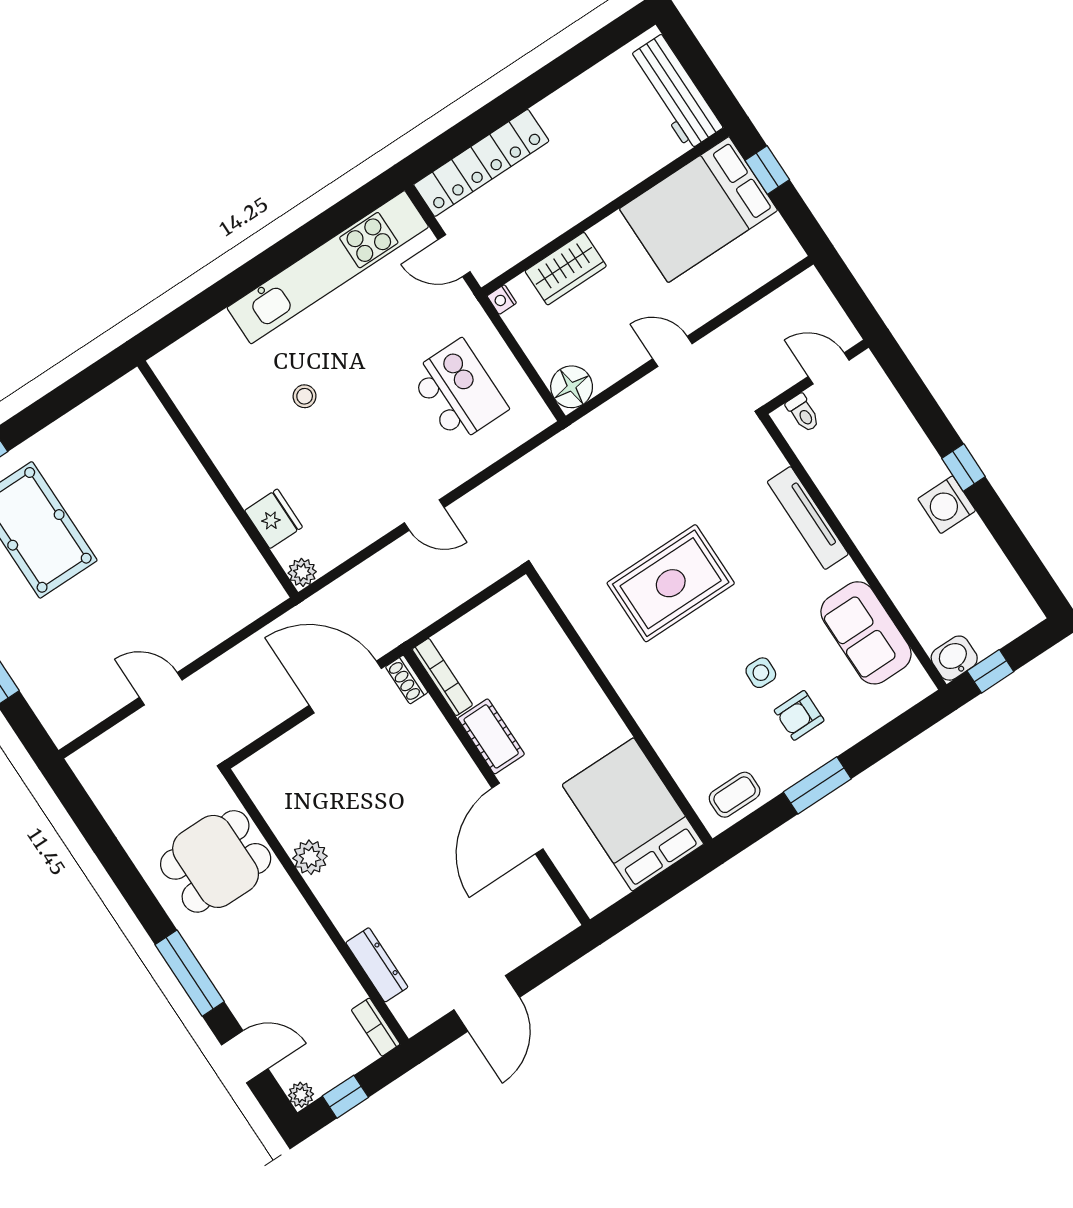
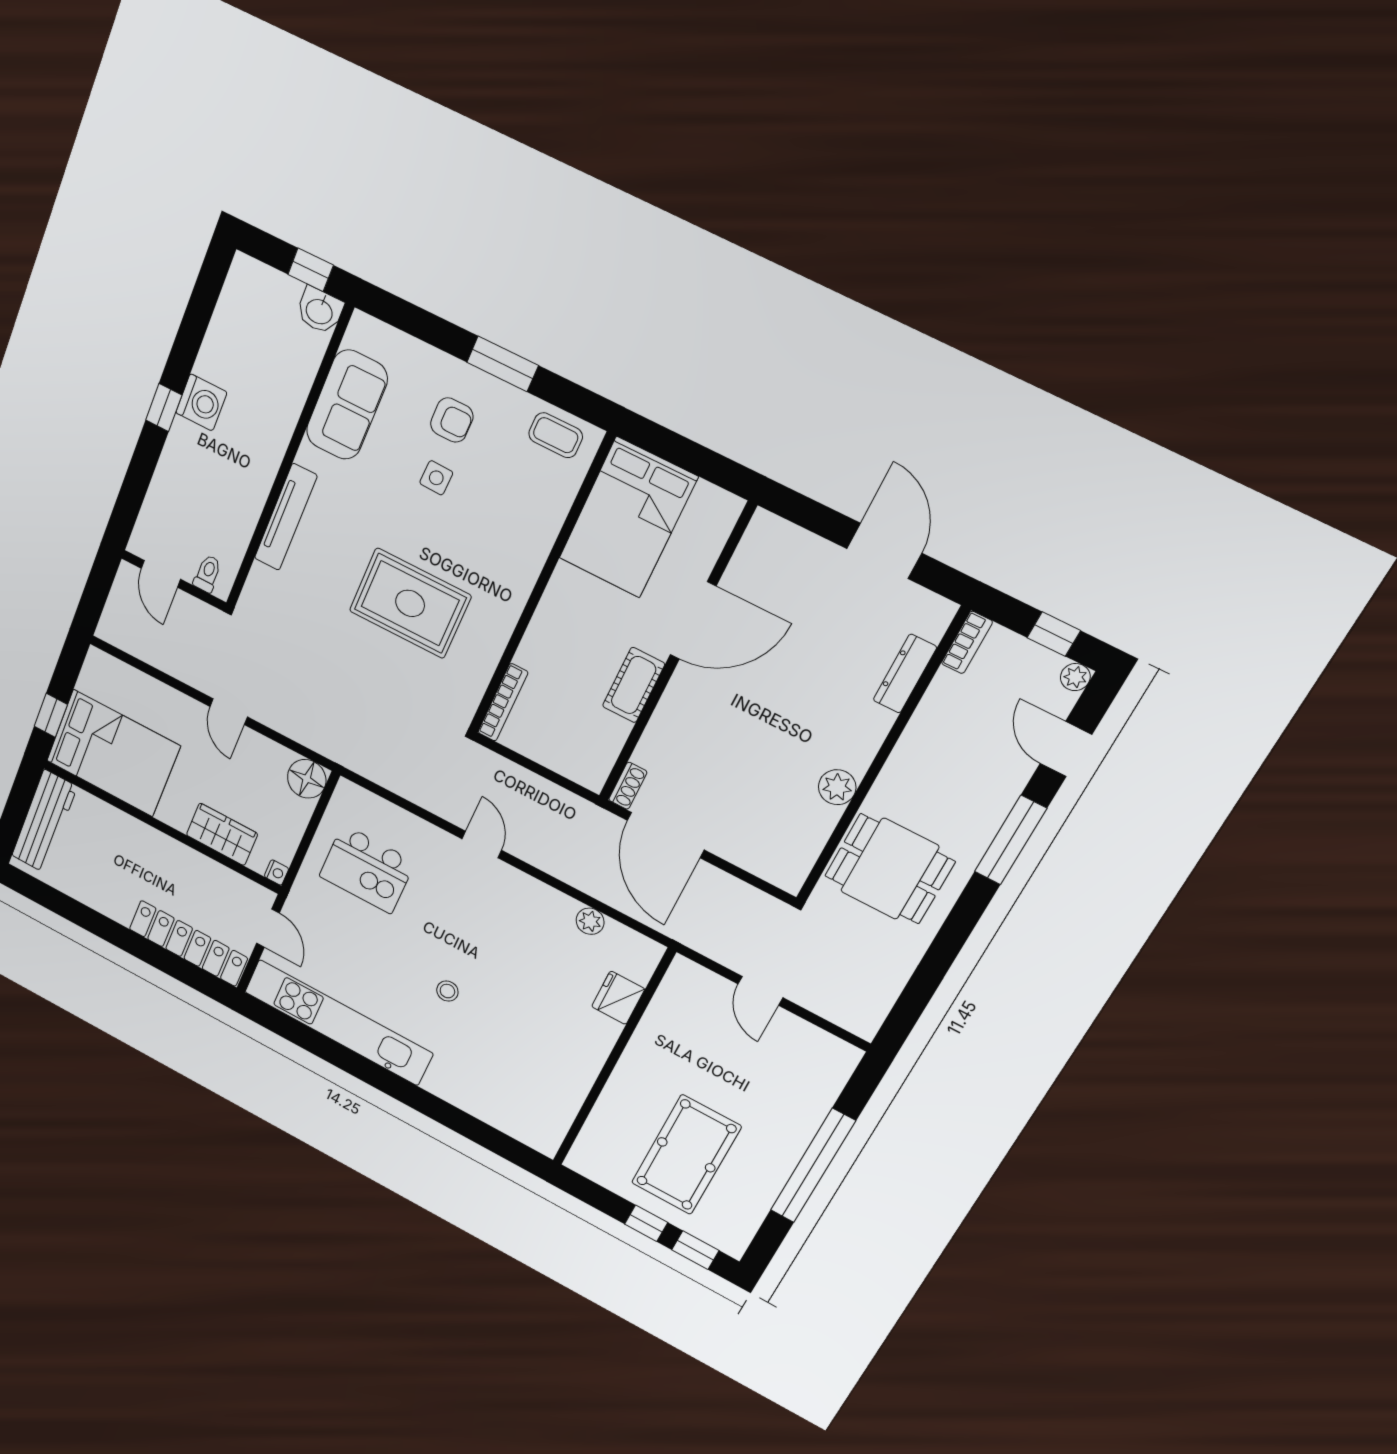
kitchen island: (459, 391) -> (367, 869), turned -90
wall: (218, 479) -> (613, 1059), moved
fridge: (274, 519) -> (618, 998), moved
bookcase: (442, 677) -> (503, 702), moved, turned 180
door: (487, 1003) -> (884, 551), hinge flipped

